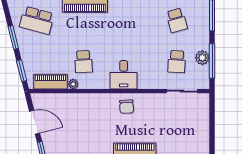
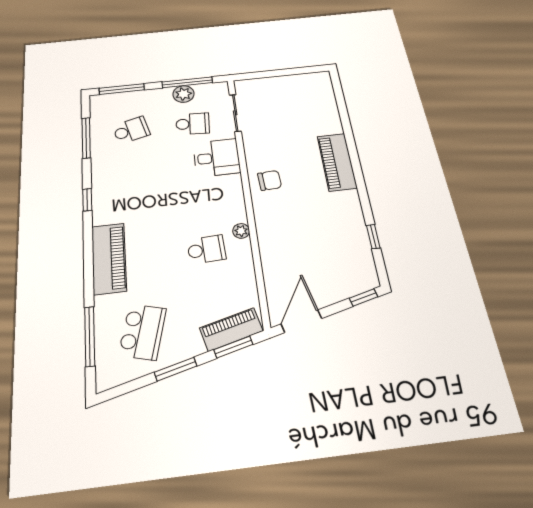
desk: (124, 75) -> (217, 158), moved
piano: (50, 82) -> (231, 329), moved, turned 76
plant: (73, 84) -> (241, 231), moved
door: (35, 122) -> (301, 321), moved

